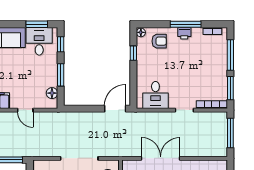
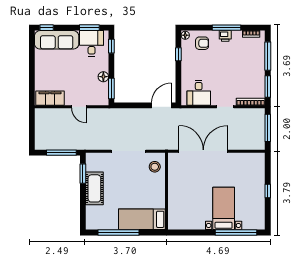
window: (61, 75) -> (111, 89), moved
floor lamp: (52, 93) -> (103, 77), moved
double door: (161, 158) -> (203, 151), width x1.36

